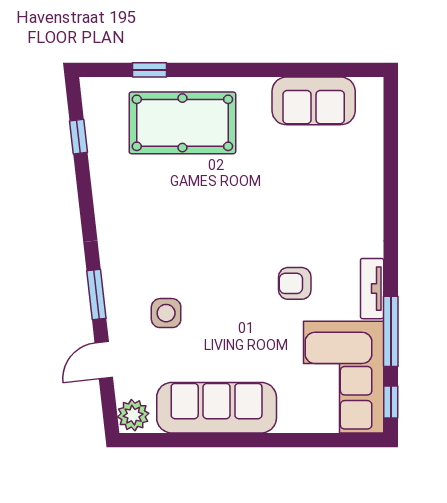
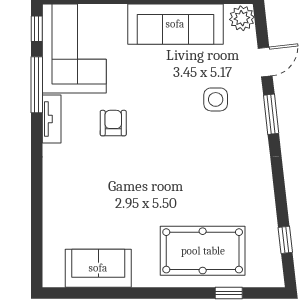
armchair: (295, 283) -> (113, 123), turned -90

